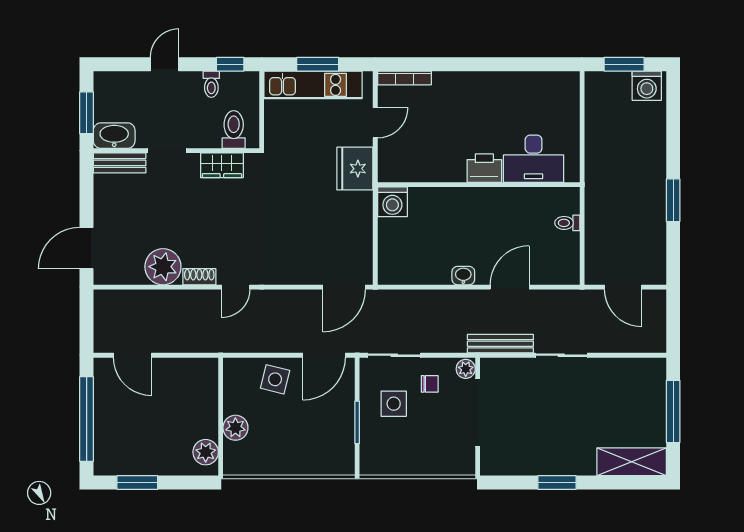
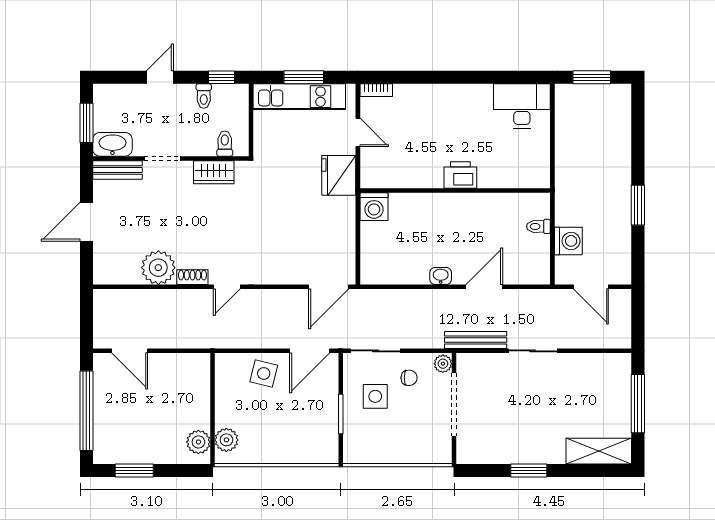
bookcase: (404, 78) -> (376, 90), width x0.64
washing machine: (647, 86) -> (568, 241), moved, turned -90
door: (375, 123) -> (358, 132), hinge flipped
toilet: (234, 130) -> (225, 144), width x0.73, depth x0.72
desk: (534, 159) -> (522, 106), moved, turned 180
door: (87, 248) -> (86, 222), moved
plant: (235, 428) -> (226, 440), moved

